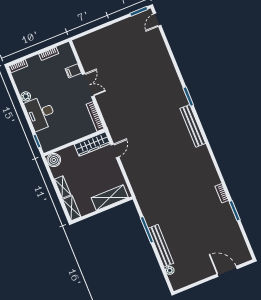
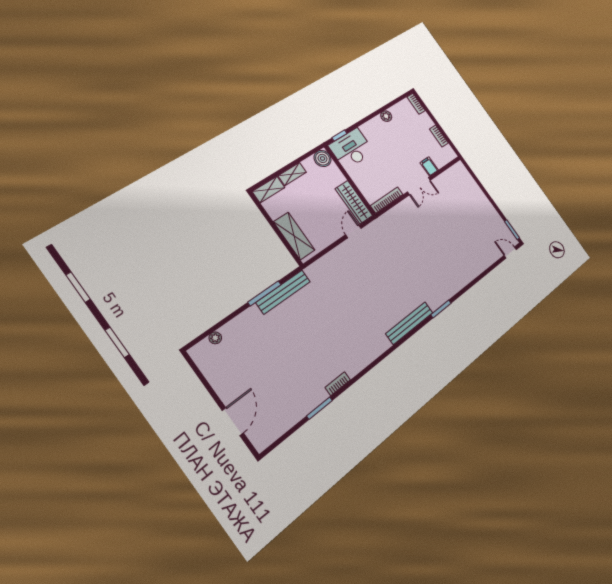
desk: (41, 113) -> (351, 149), moved
door: (115, 151) -> (353, 232), swing flipped
bench: (161, 246) -> (283, 292), moved

